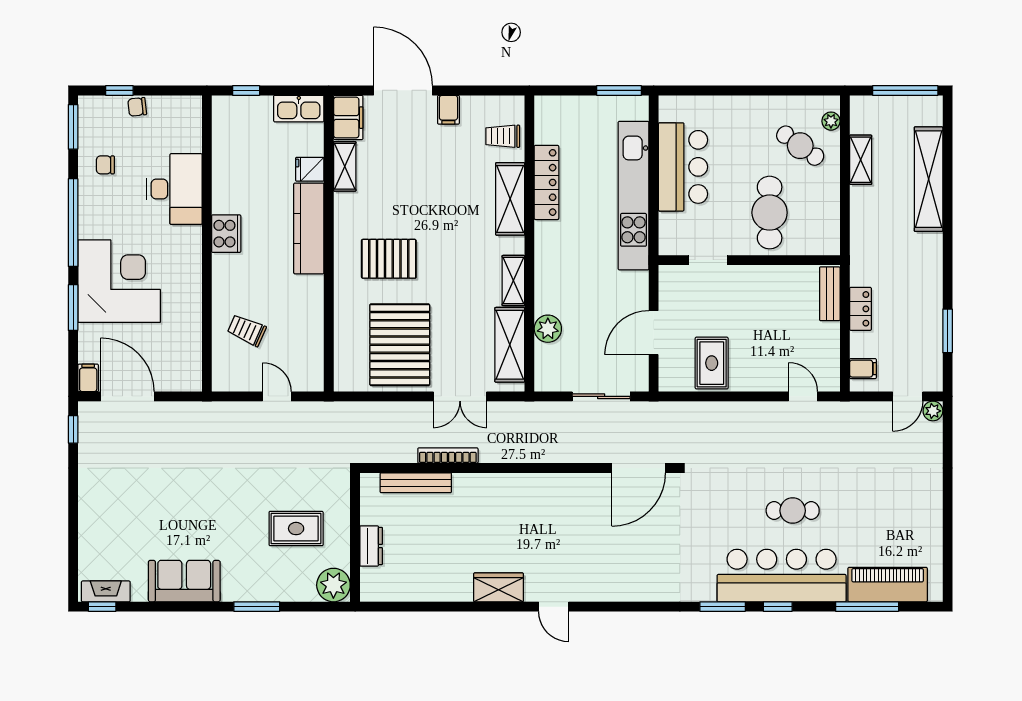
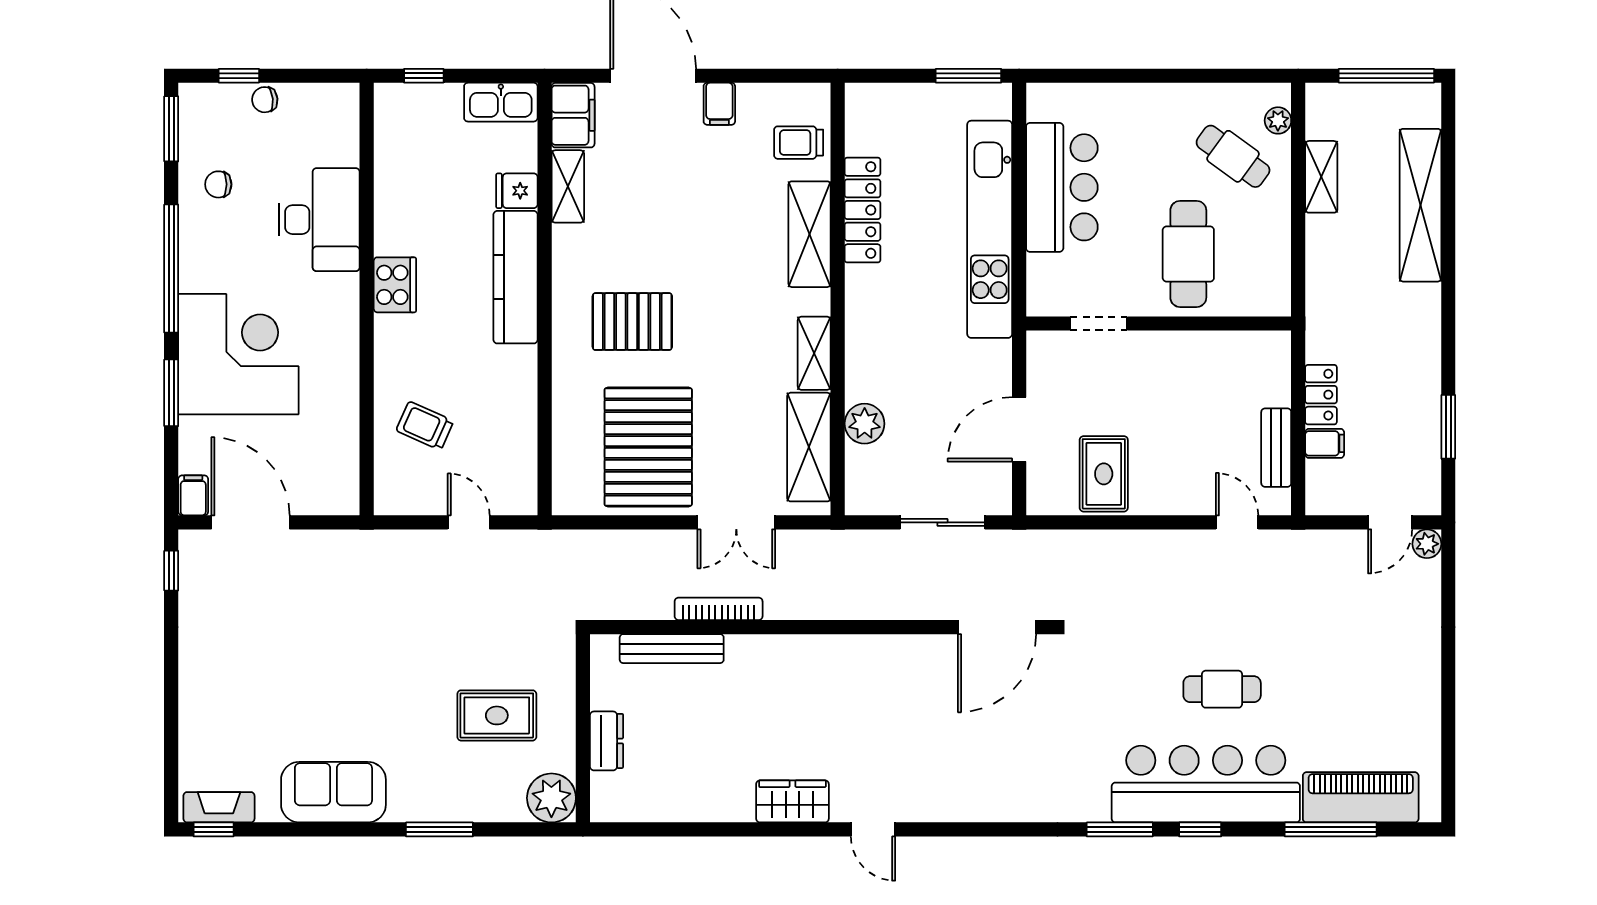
bench: (830, 294) -> (1276, 448), moved
filing cabinet: (863, 369) -> (1325, 443), moved

